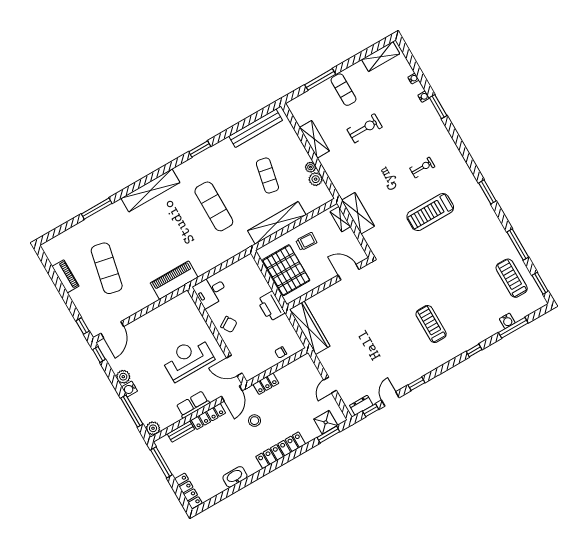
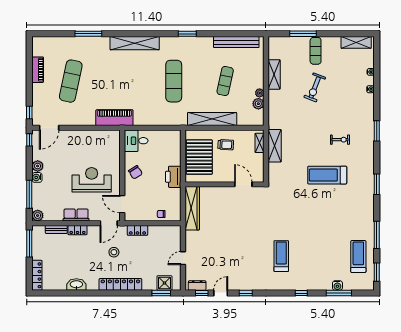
window: (438, 107) -> (377, 131), moved
exercise bike: (365, 128) -> (315, 87), turned 111
locker: (208, 416) -> (77, 230), width x0.66

